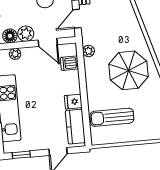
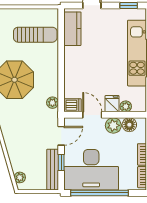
dishwasher: (69, 63) -> (73, 105), moved
fridge: (73, 102) -> (112, 104), moved, turned -90

